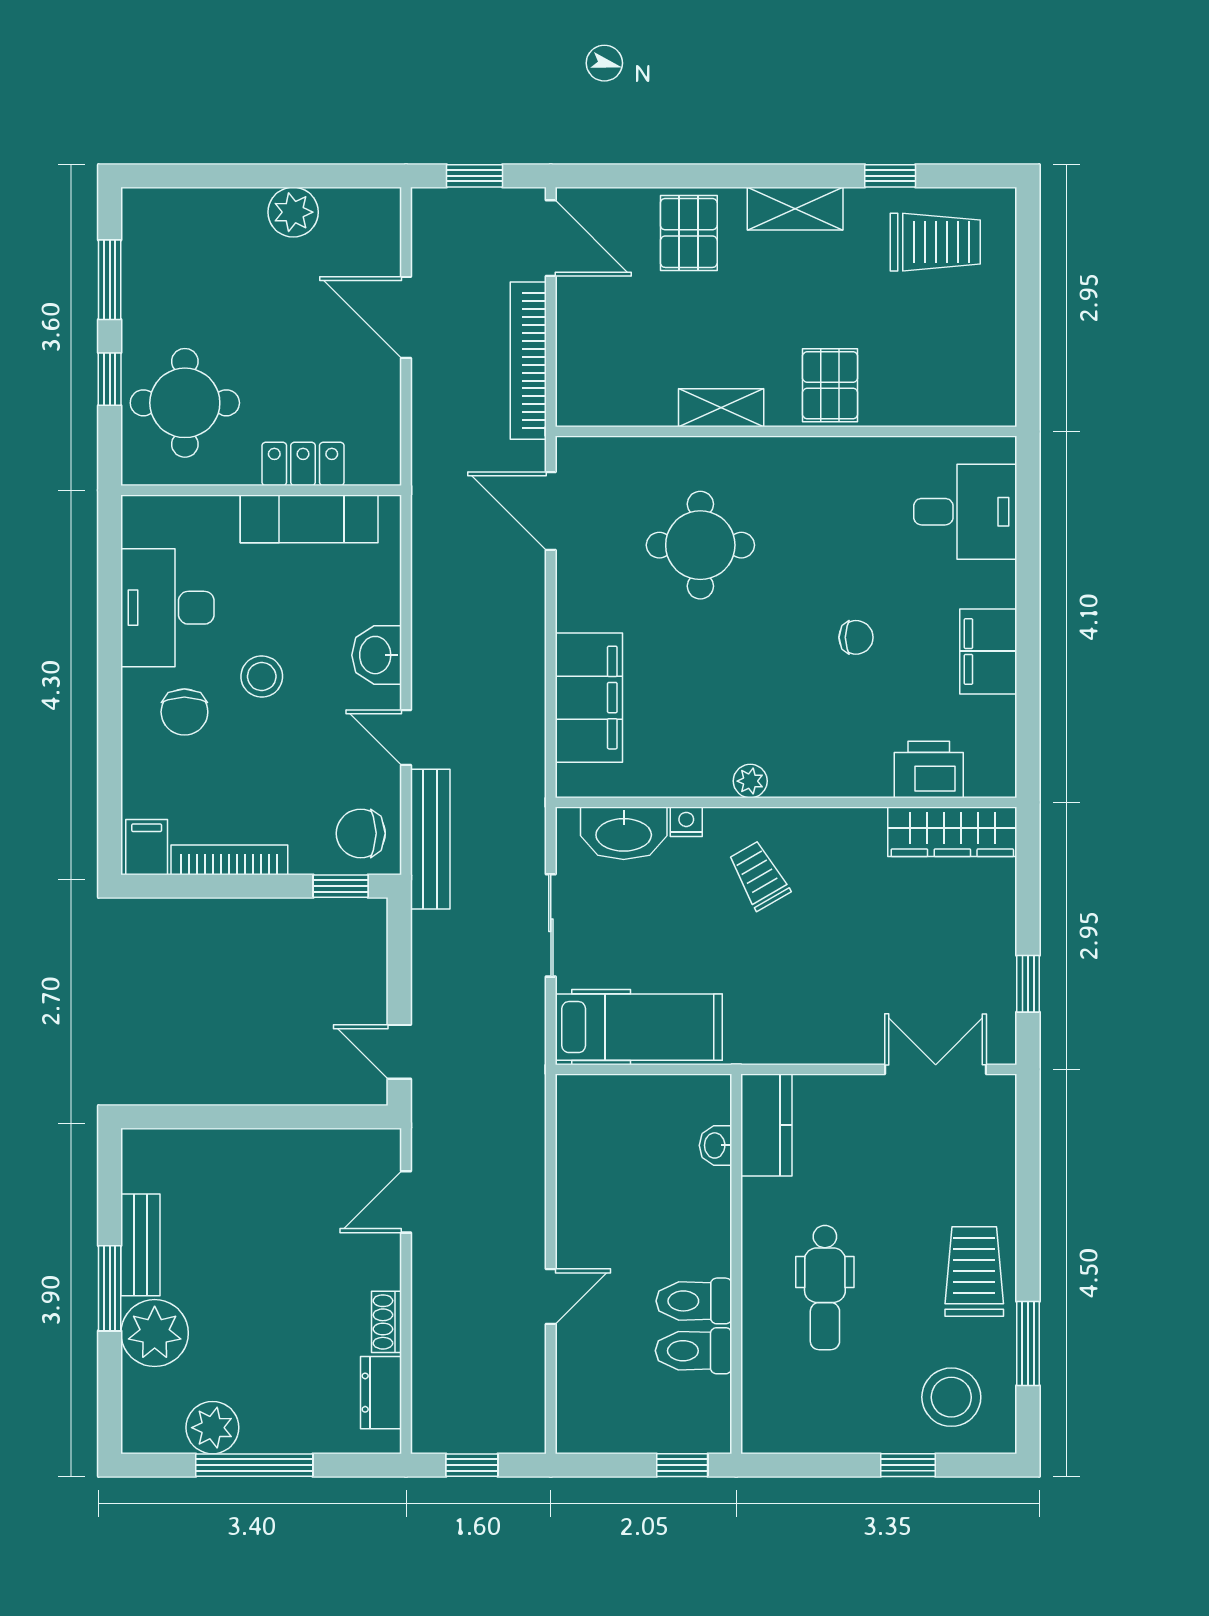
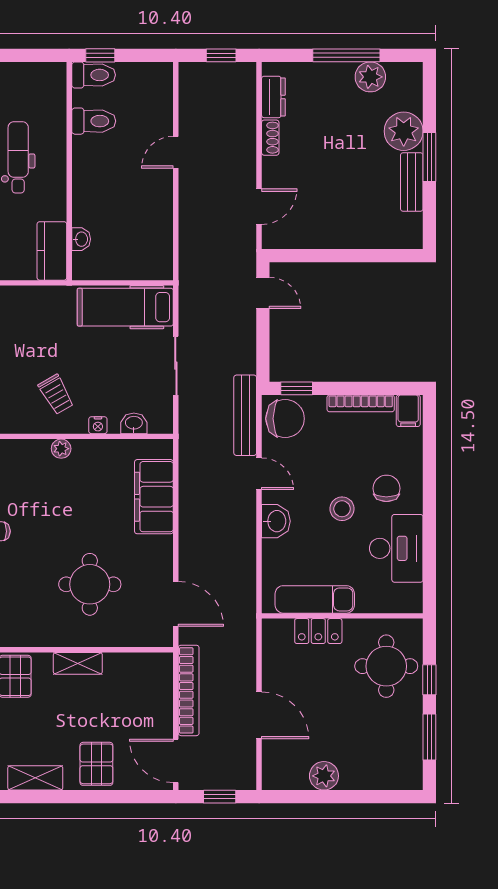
chair: (361, 833) -> (285, 419), width x1.37, depth x1.37
washbasin: (624, 833) -> (134, 423), width x0.52, depth x0.69
toilet: (694, 1301) -> (94, 75), moved

